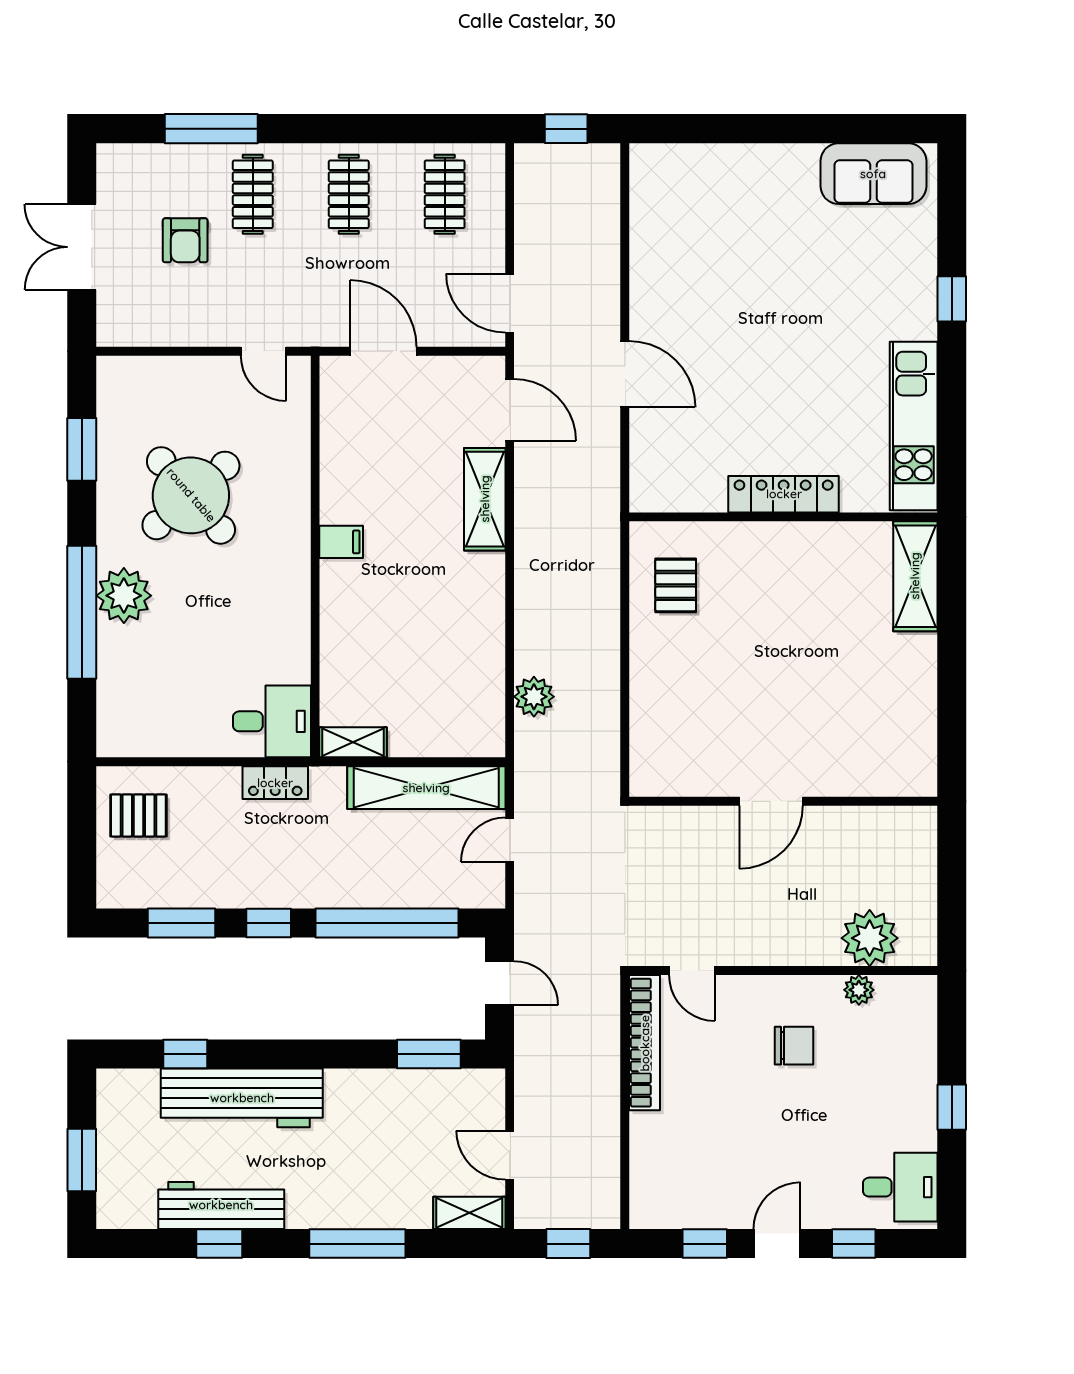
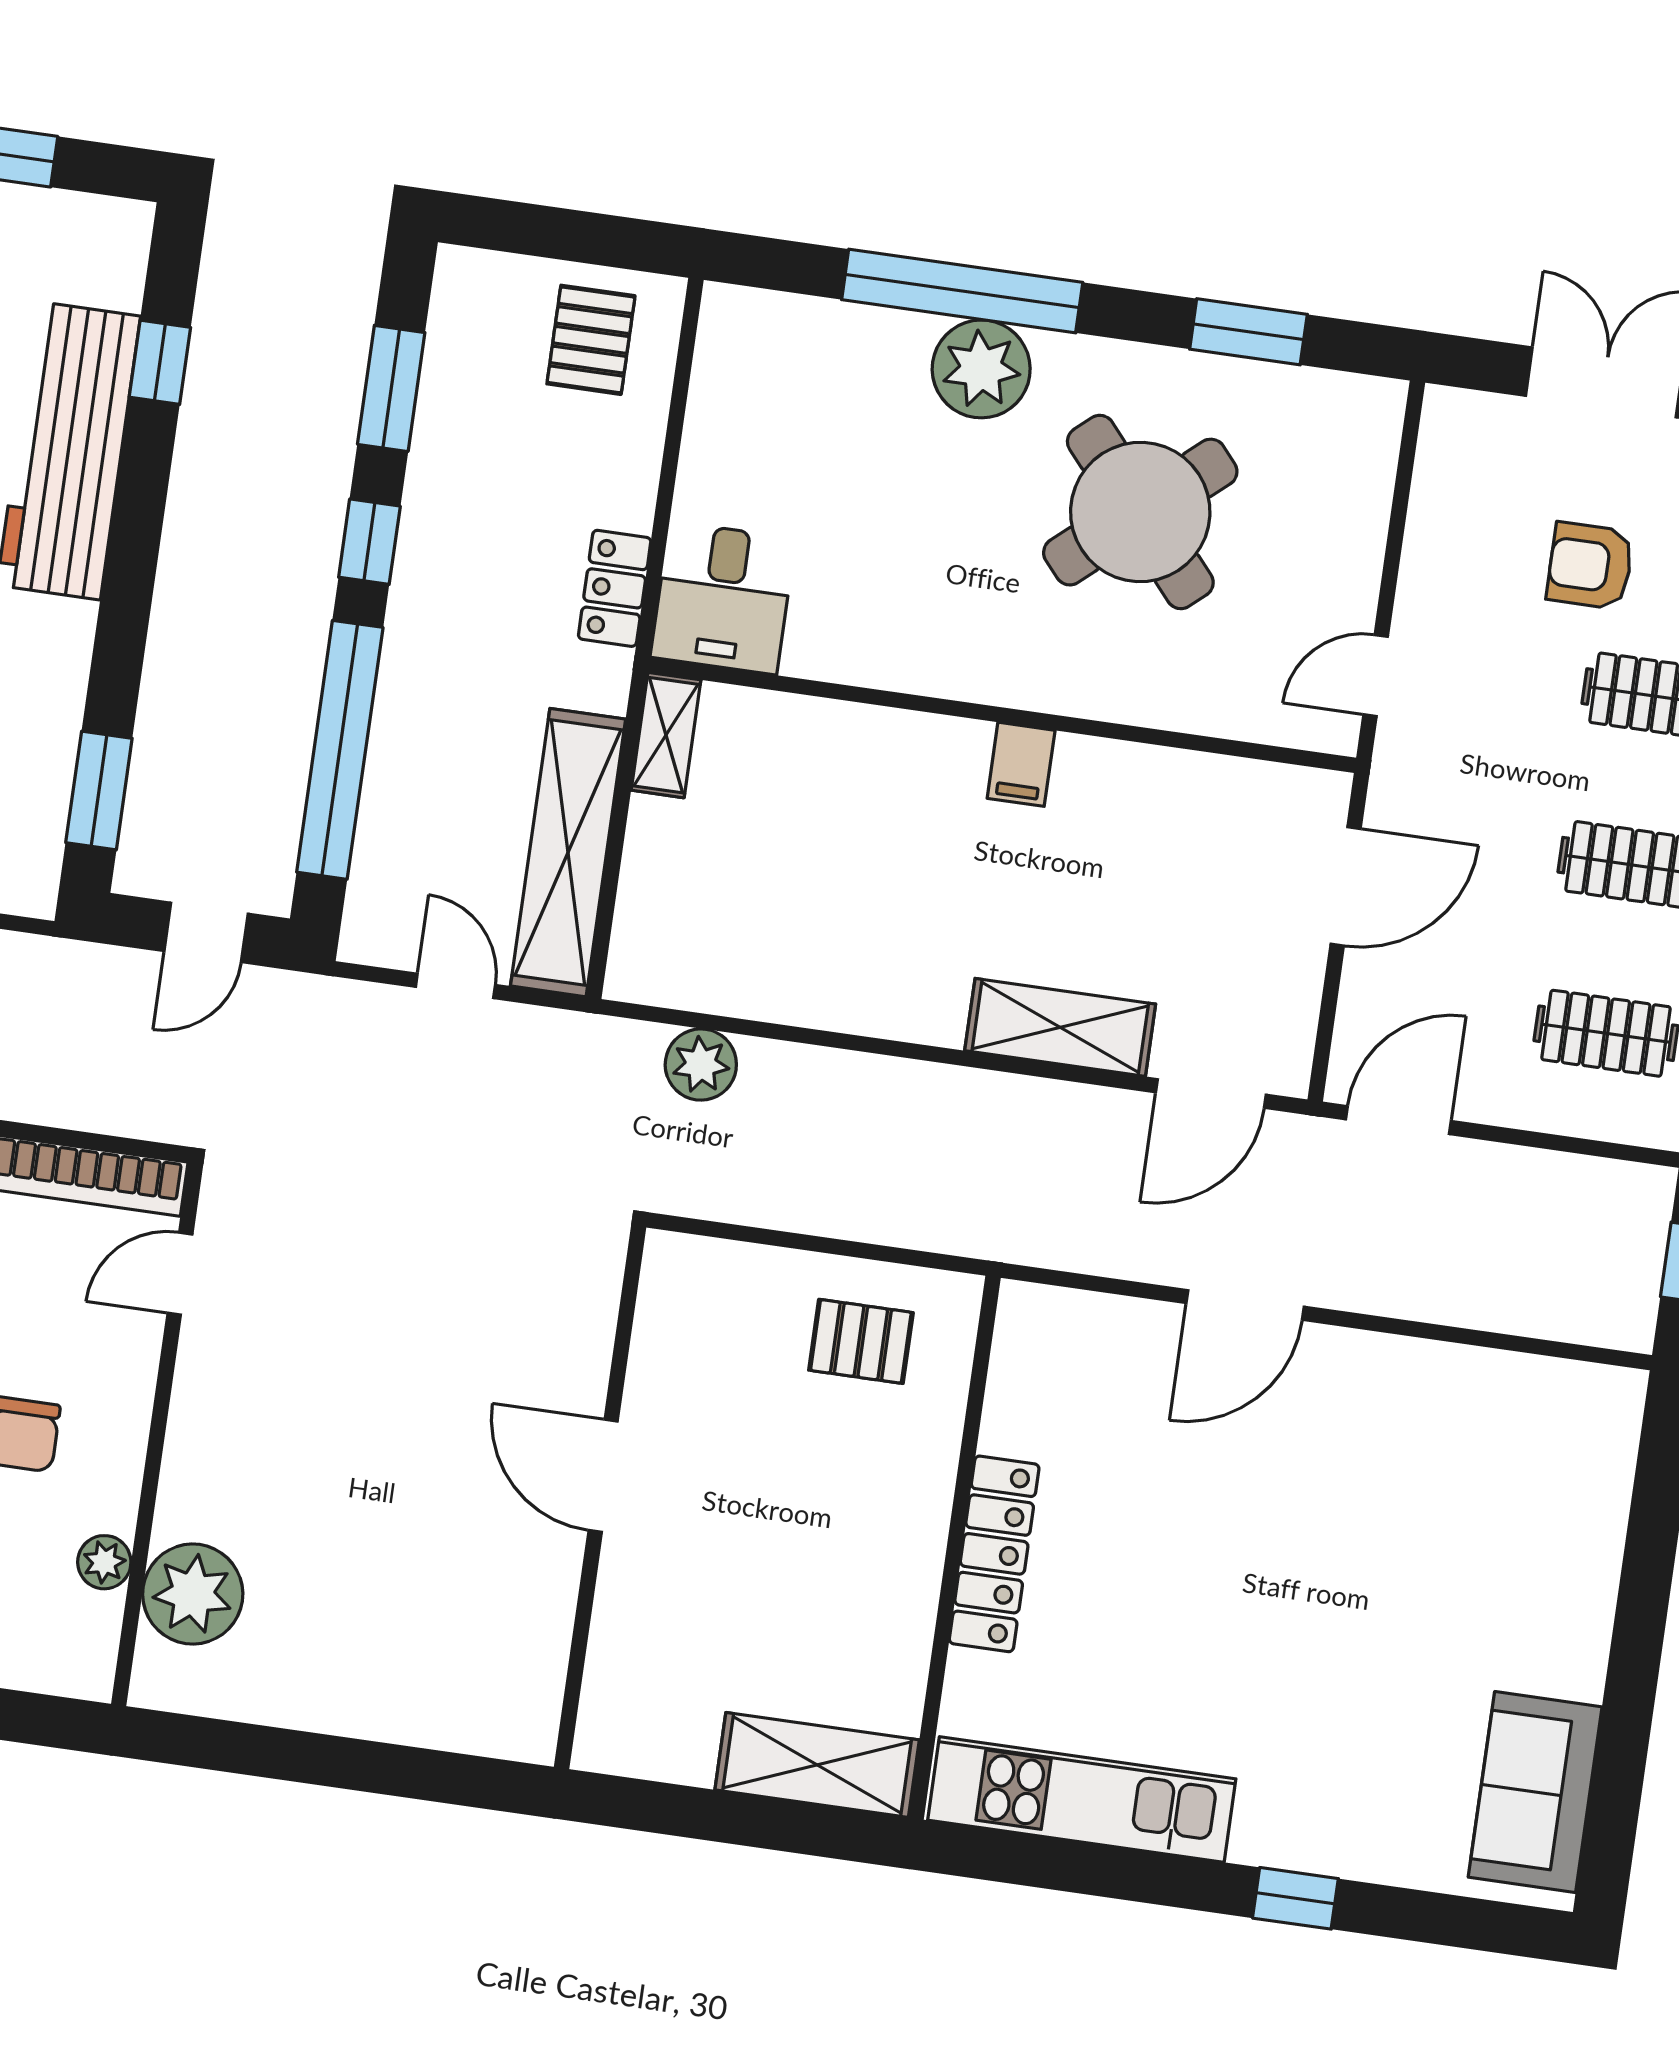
door: (771, 801) -> (603, 1476), moved
wall: (783, 801) -> (600, 1497), moved

